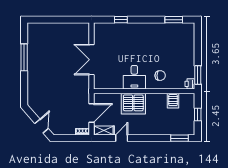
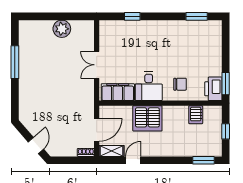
plant: (63, 30) -> (62, 29), added
double door: (92, 60) -> (97, 65), width x0.73
filing cabinet: (109, 82) -> (118, 92), added
printer: (190, 84) -> (213, 89), width x1.87, depth x1.48

